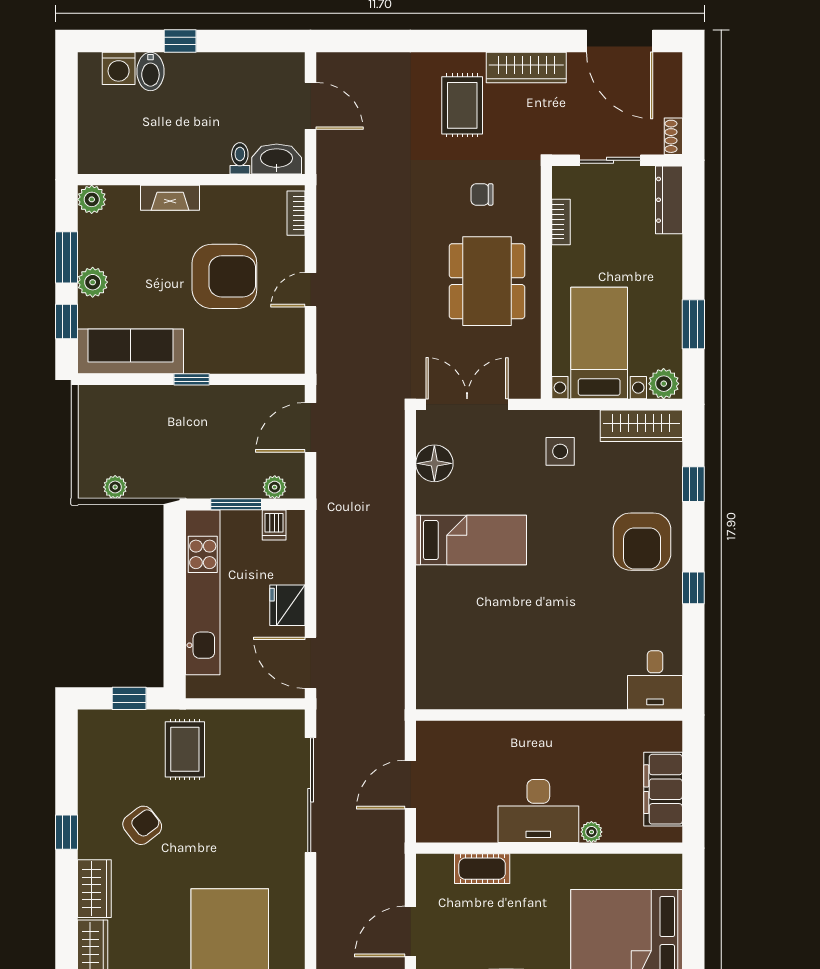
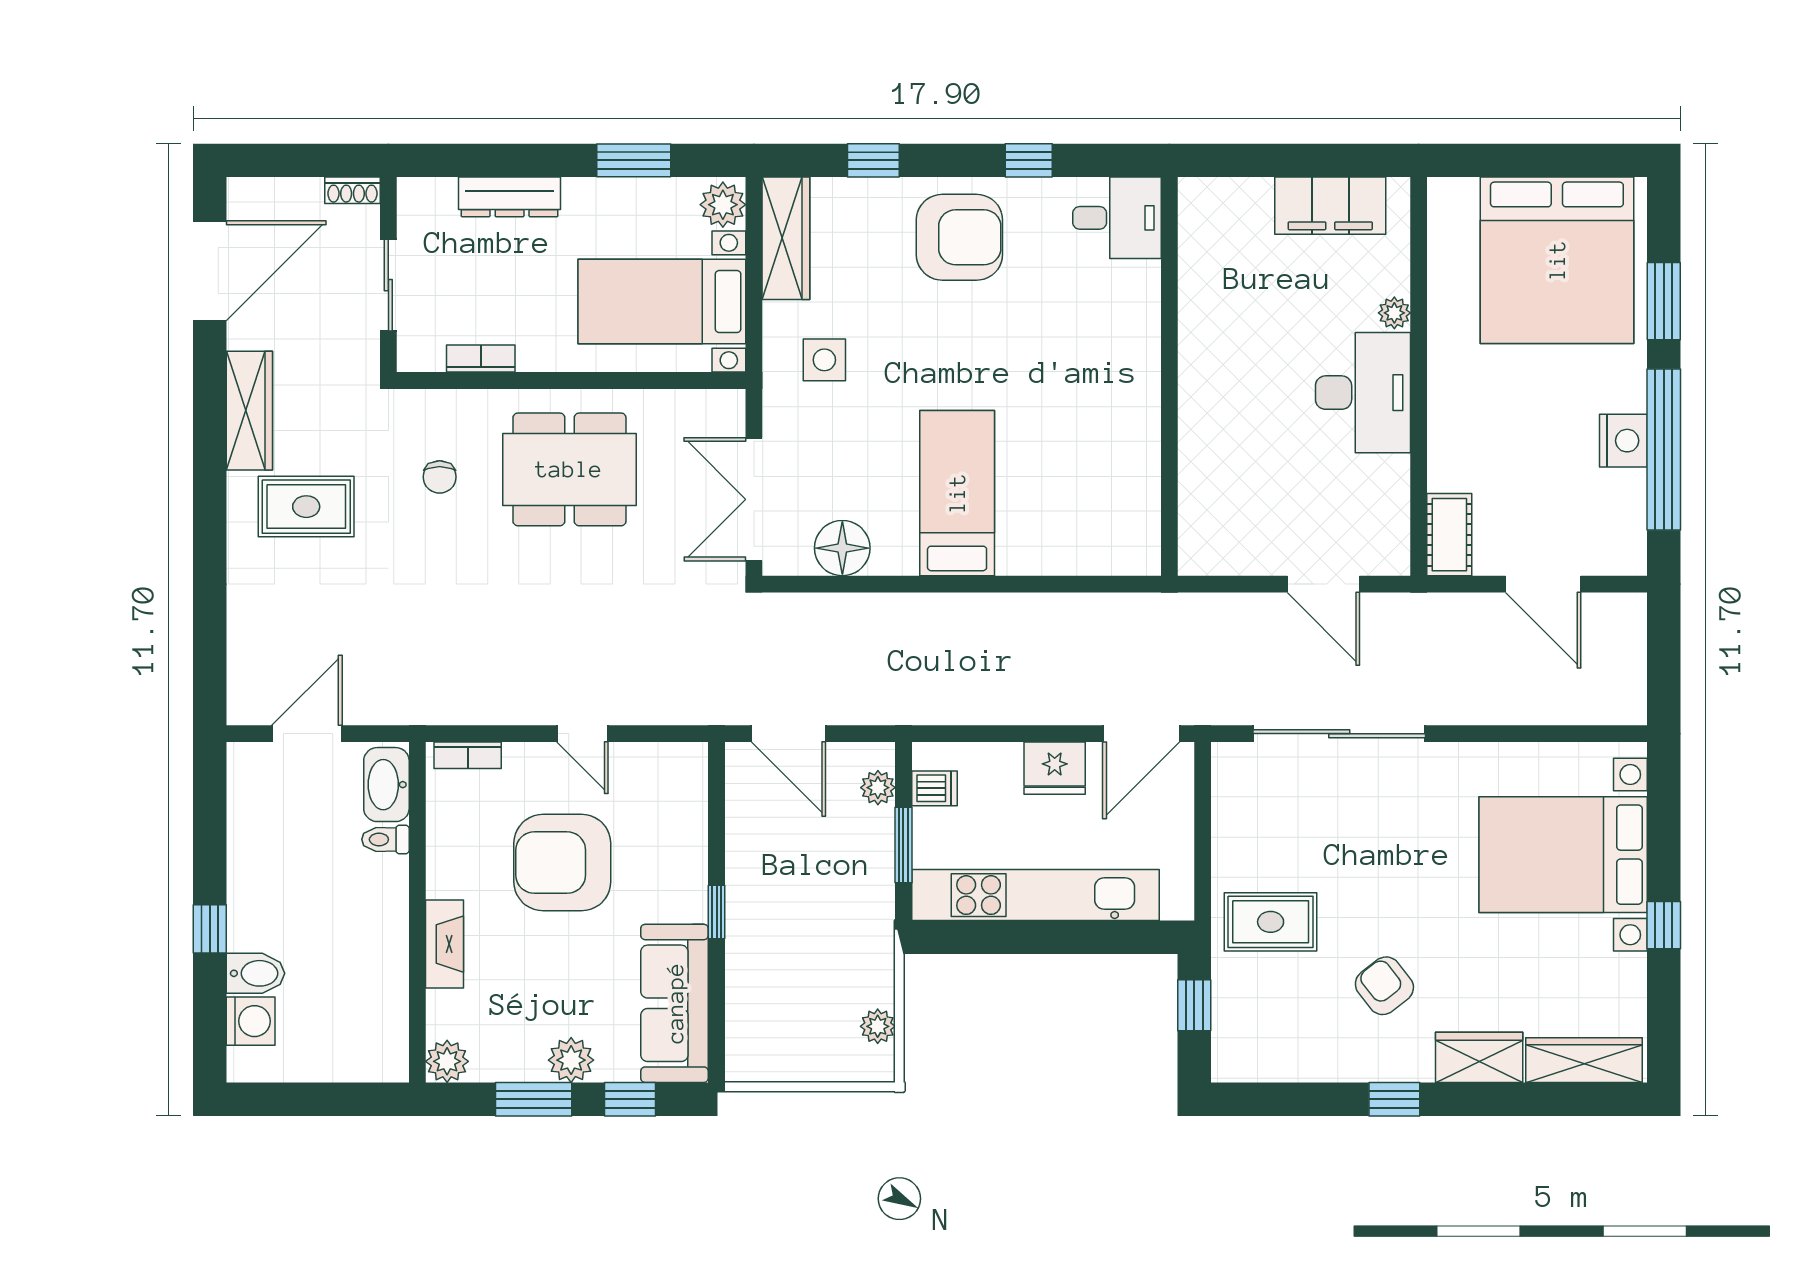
dresser: (669, 200) -> (510, 197), moved
armchair: (224, 276) -> (562, 863), turned -90
desk: (655, 680) -> (1117, 218), moved
wall: (549, 715) -> (1169, 376), moved
cot: (482, 869) -> (1449, 535), moved

